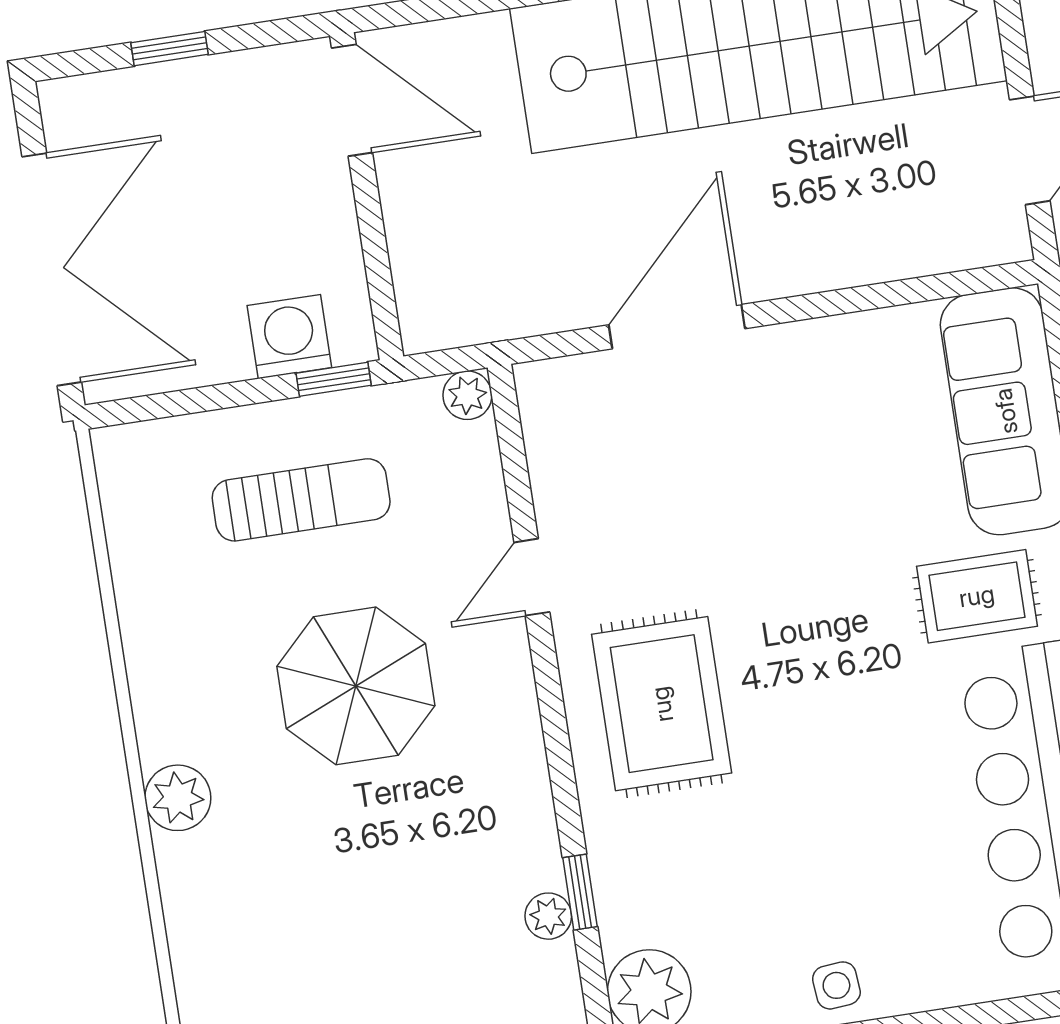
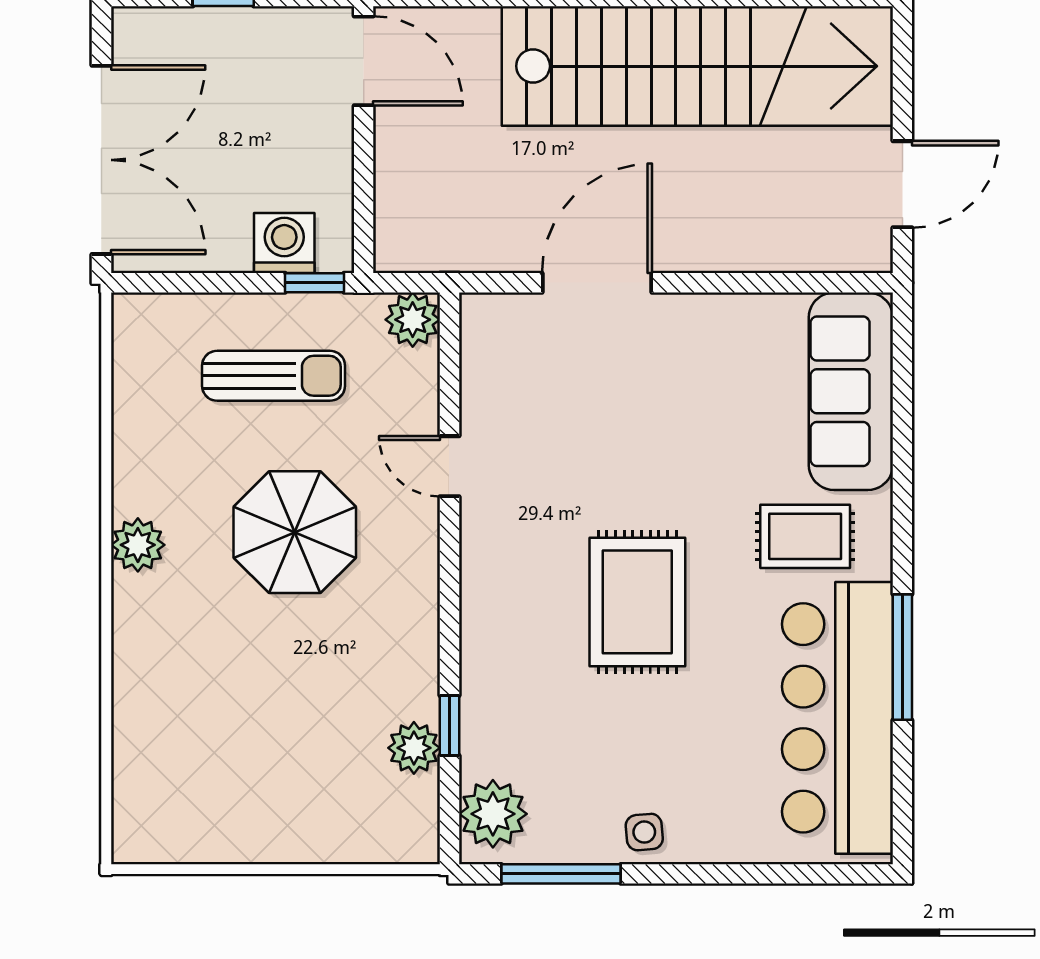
plant: (467, 395) -> (413, 320), width x1.38, depth x1.38
door: (532, 577) -> (449, 466), hinge flipped
rug: (662, 704) -> (637, 602), moved
plant: (178, 798) -> (138, 545), moved
plant: (548, 916) -> (414, 748), width x1.38, depth x1.38

